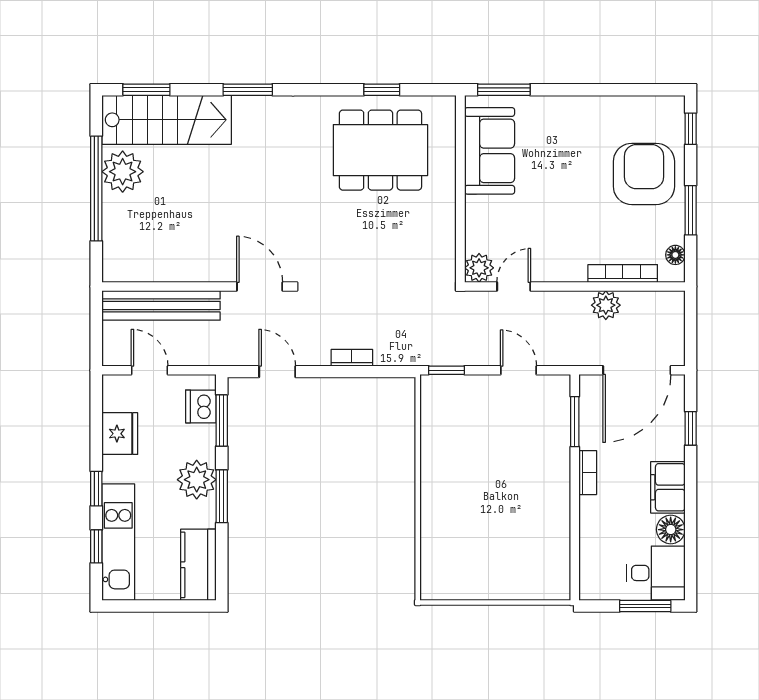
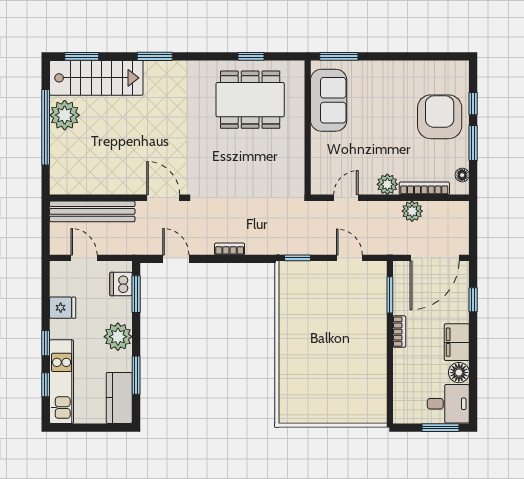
window: (691, 129) -> (473, 104), moved
plant: (479, 268) -> (387, 184), moved
fridge: (120, 434) -> (63, 308), width x0.72
window: (222, 496) -> (136, 375), moved

